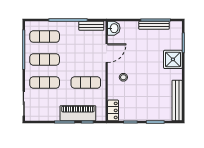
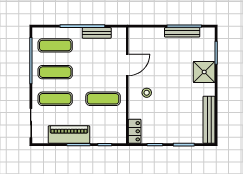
bench: (91, 26) -> (97, 33), moved
washbasin: (114, 28) -> (136, 36), removed
piano: (78, 113) -> (69, 135), moved

